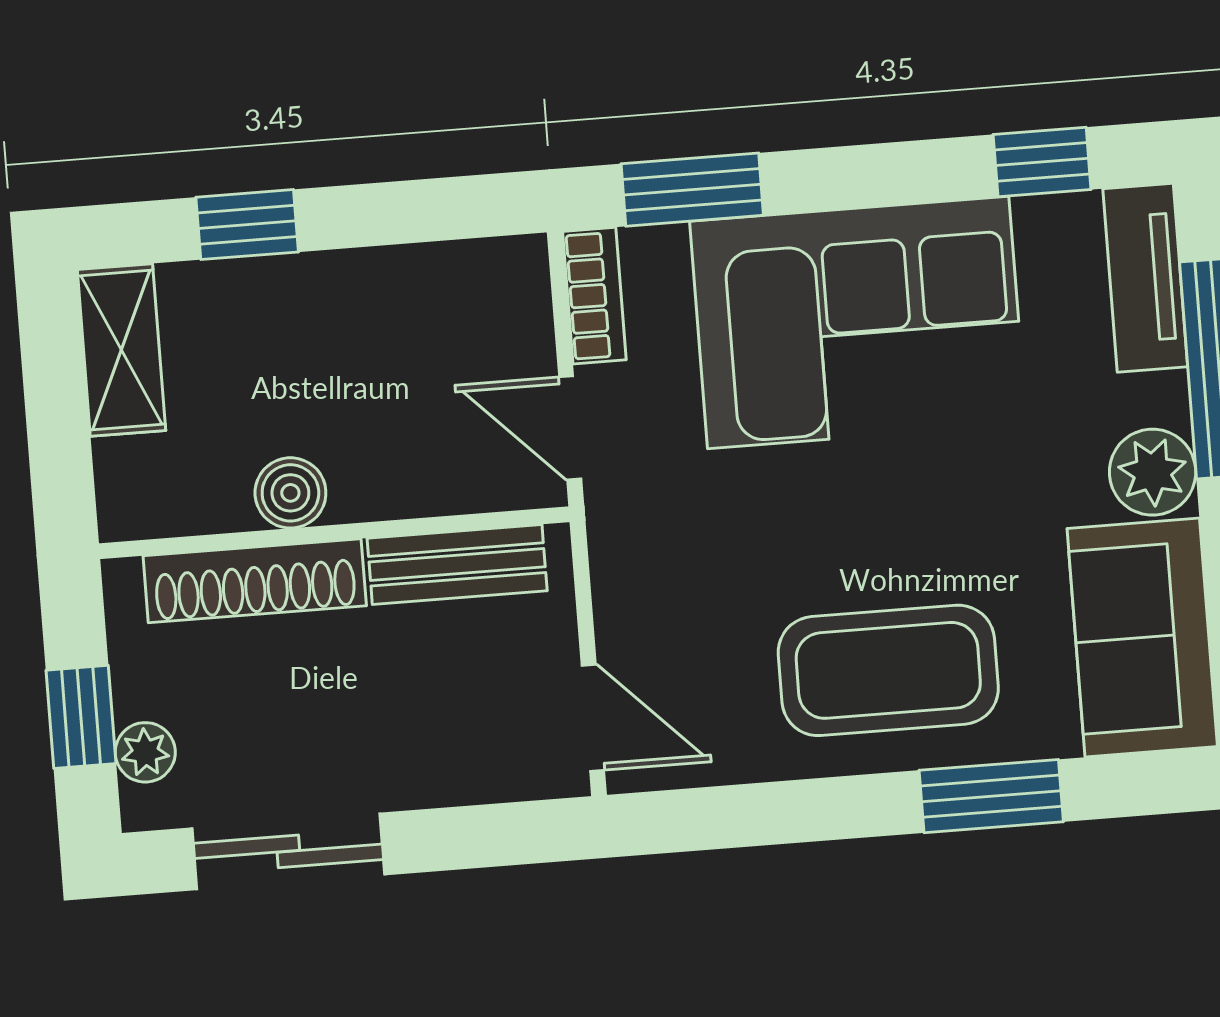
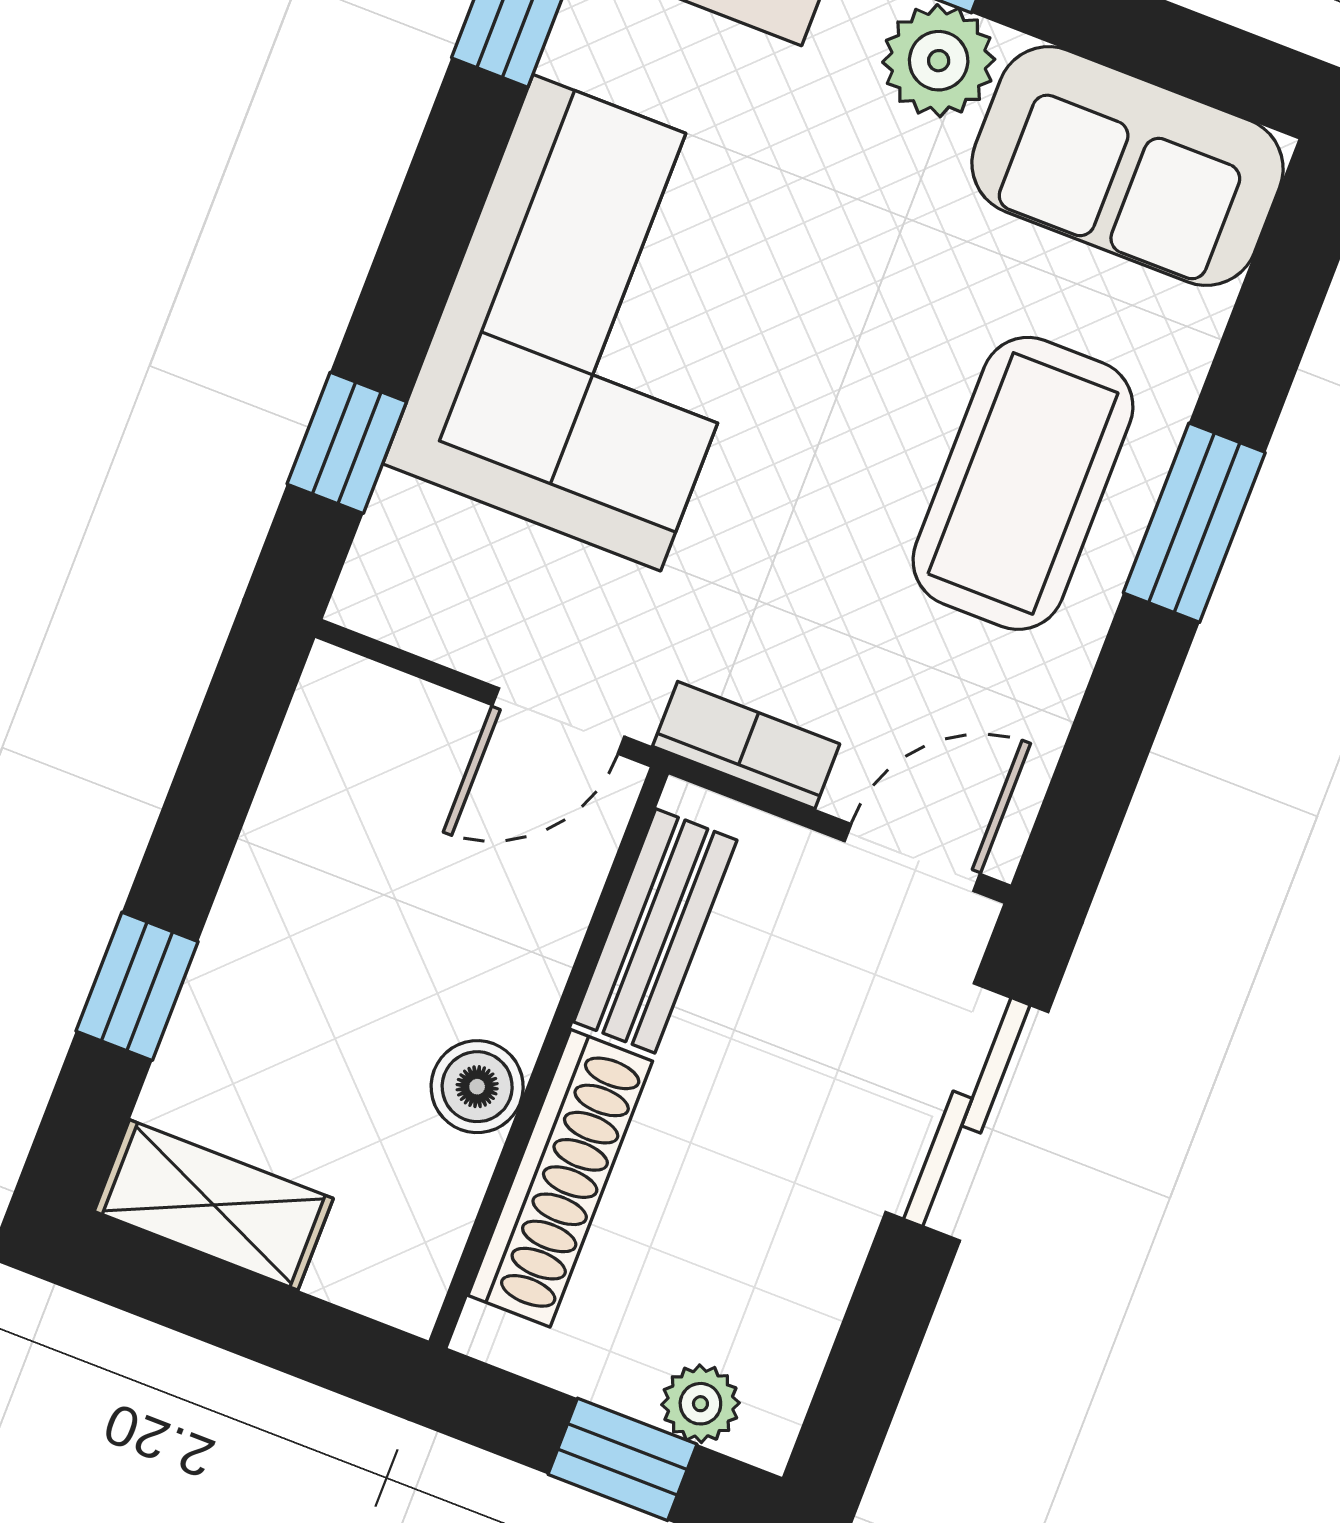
window: (692, 190) -> (347, 443), width x0.67
bookcase: (594, 296) -> (746, 745), moved
window: (991, 796) -> (1194, 523), moved
sliding door: (288, 851) -> (967, 1112), moved

